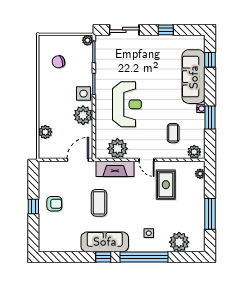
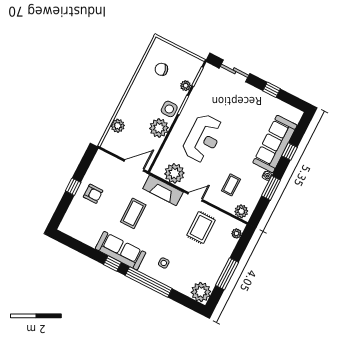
plant: (87, 40) -> (186, 86), moved
window: (210, 60) -> (290, 152), moved
door: (147, 160) -> (195, 197), swing flipped
plant: (179, 242) -> (201, 292), moved

